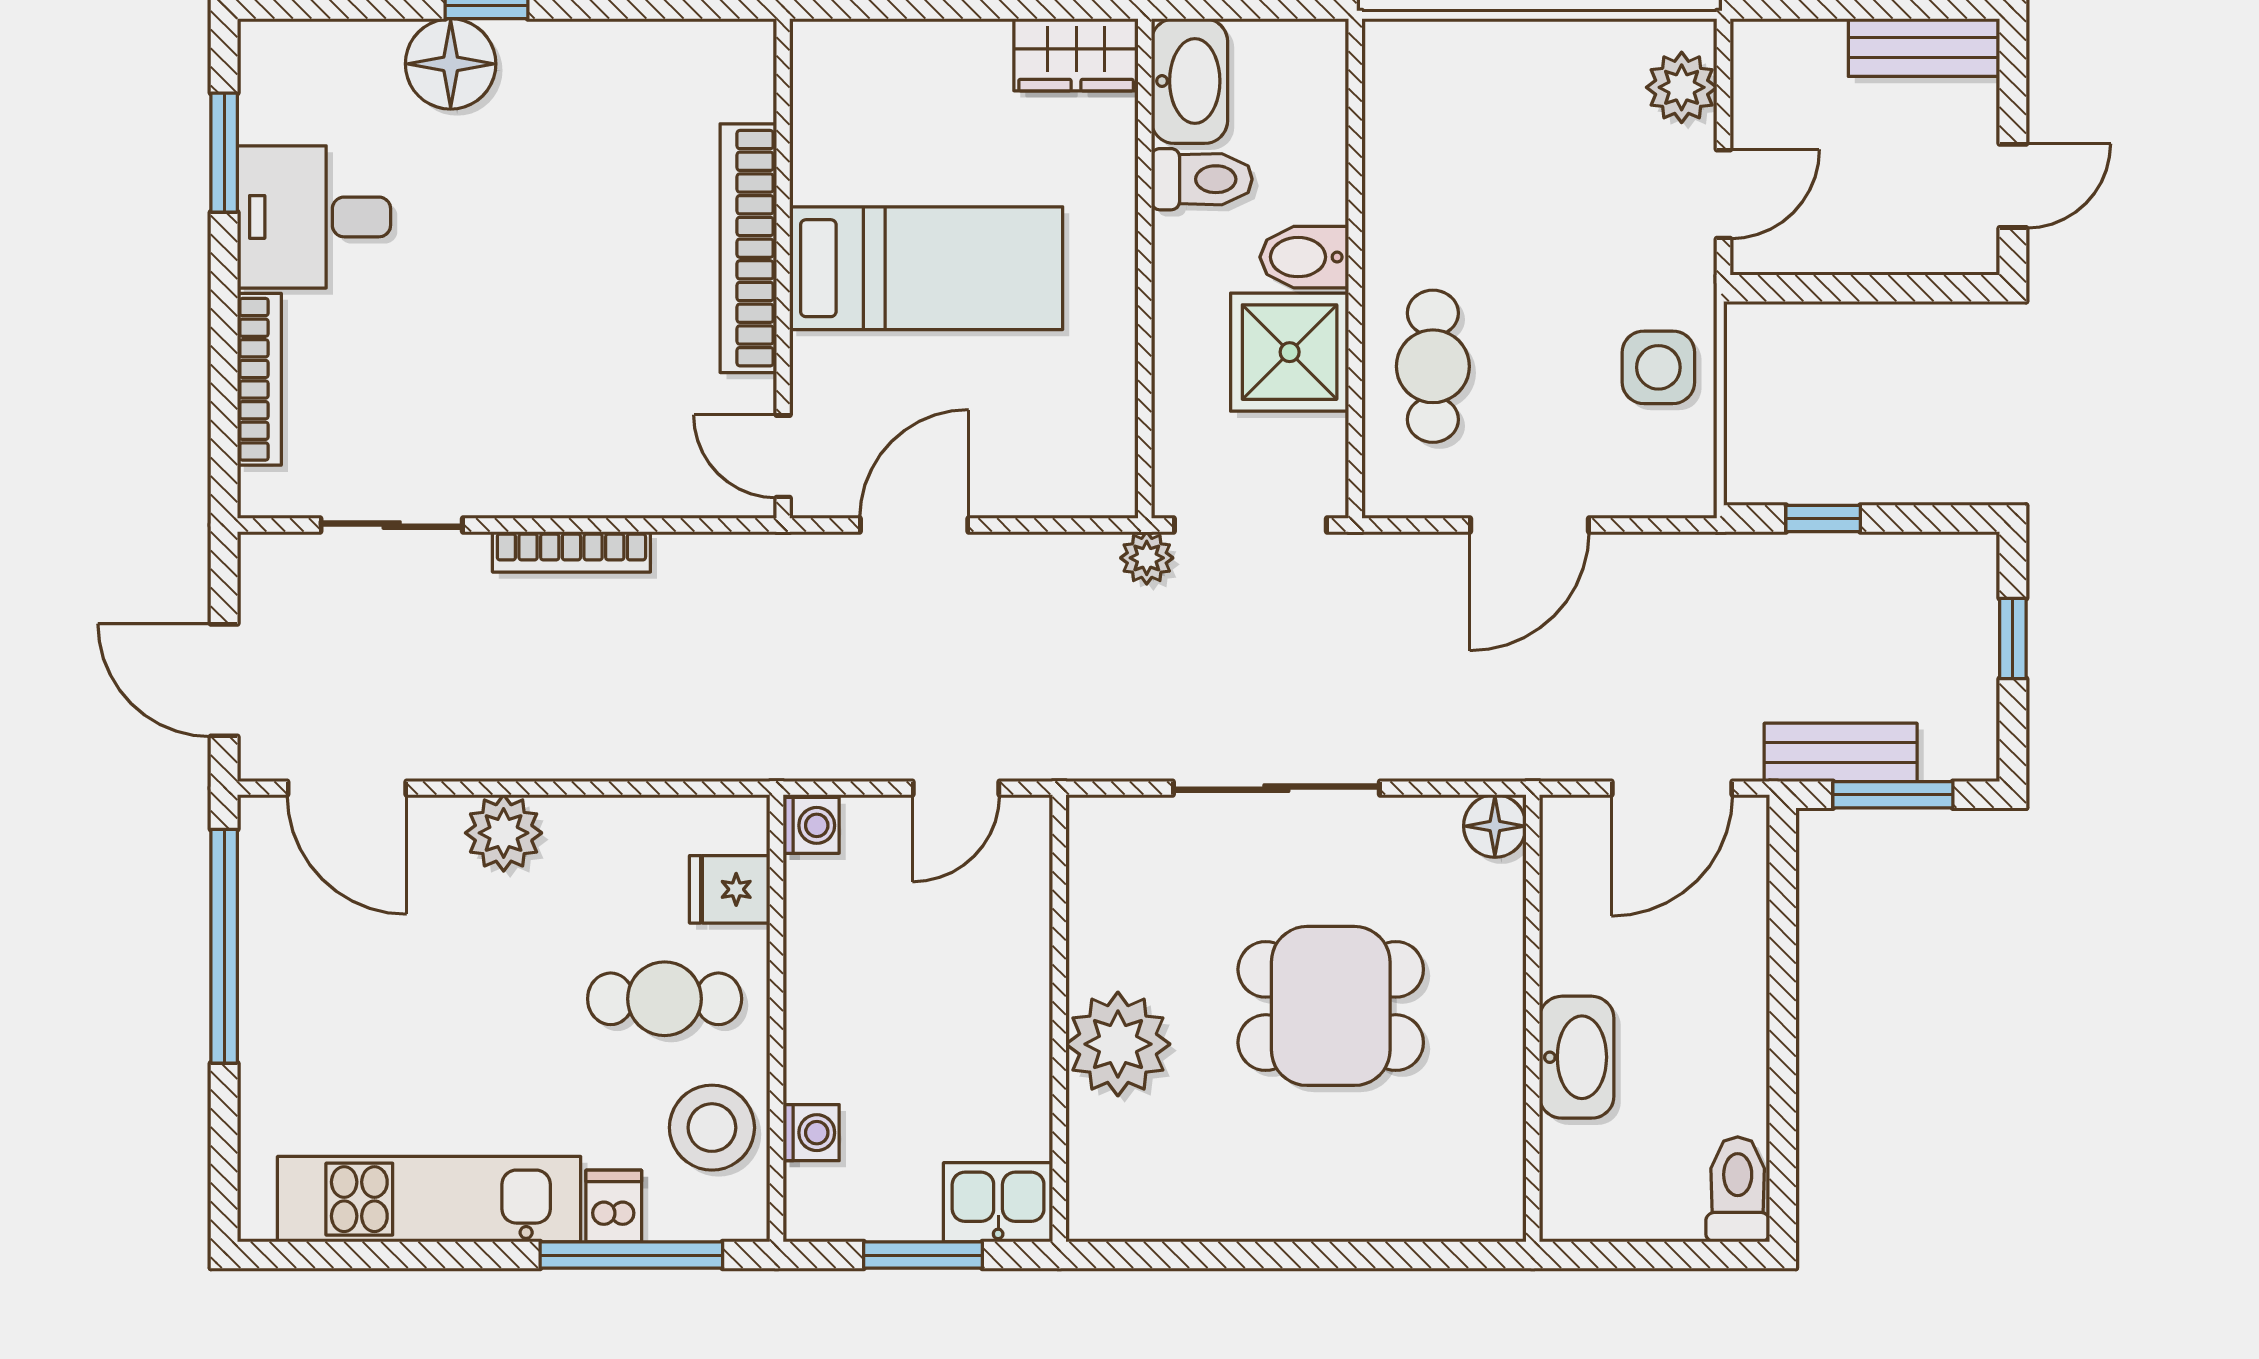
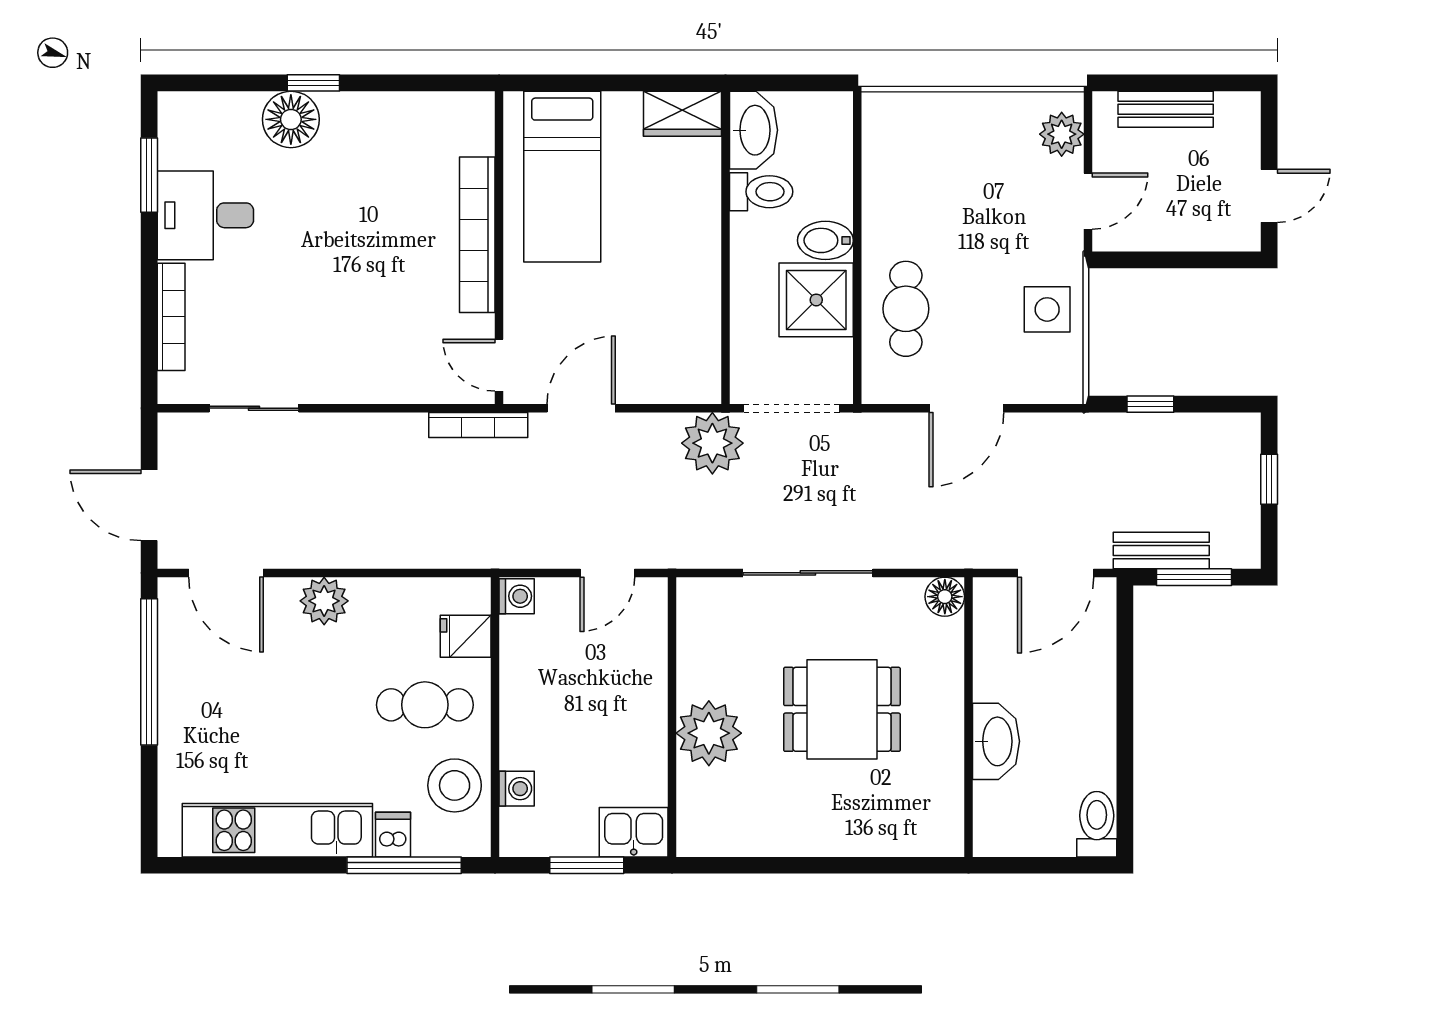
bench: (1924, 48) -> (1166, 109), moved
bed: (926, 268) -> (562, 177), moved, turned 90
bookcase: (571, 552) -> (478, 425), moved
plant: (1147, 558) -> (712, 443), width x1.88, depth x1.88

